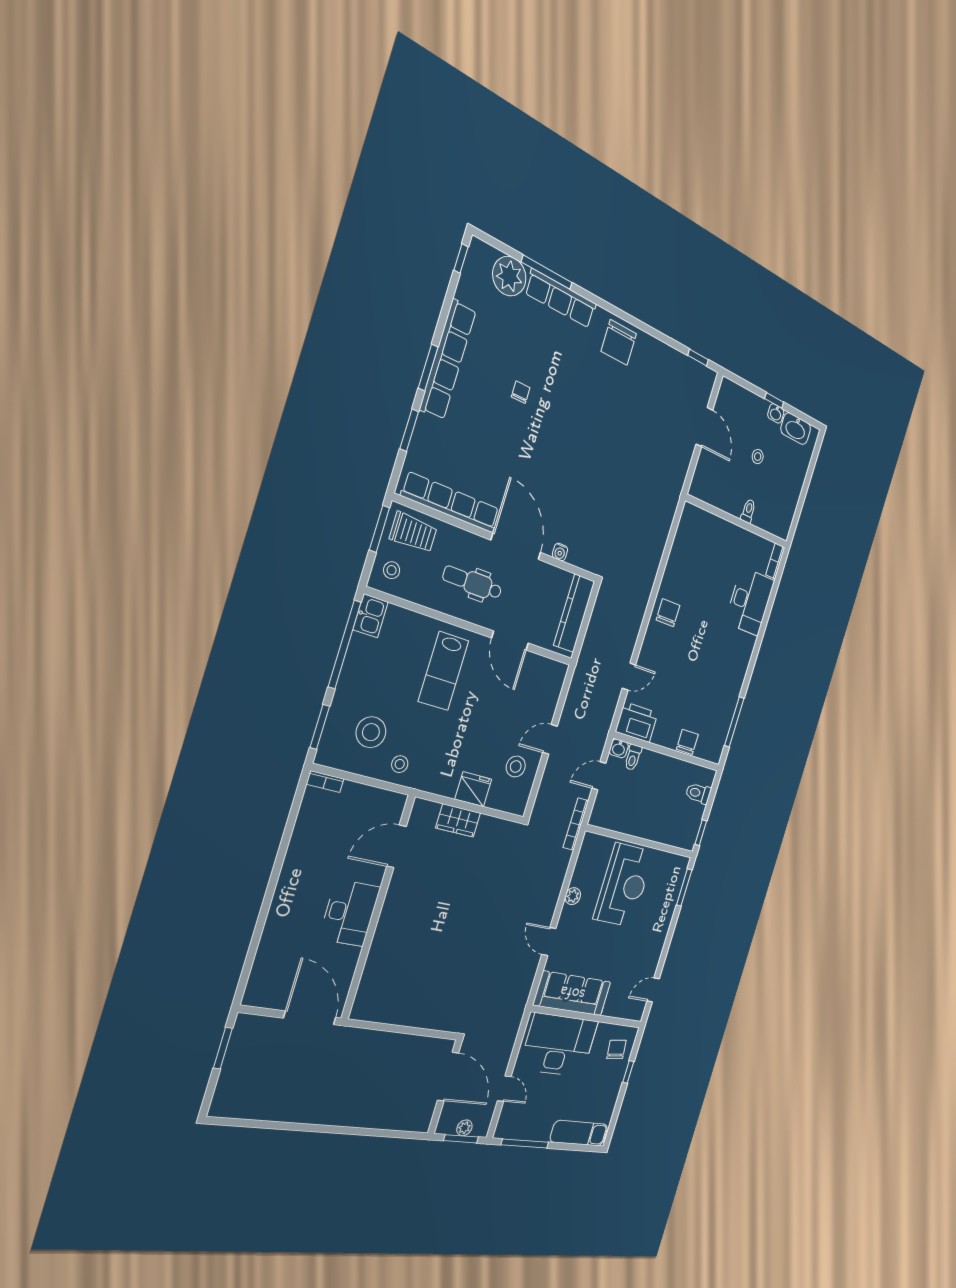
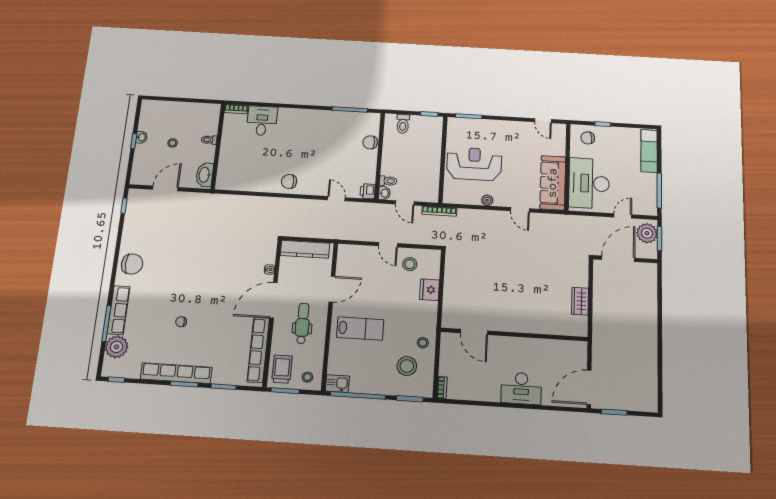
washbasin: (796, 429) -> (205, 175), moved, turned 180
dental chair: (472, 583) -> (302, 323), turned 180
desk: (750, 601) -> (262, 121), width x0.73
printer: (637, 722) -> (368, 191), width x0.53, depth x0.68
wardrobe: (458, 820) -> (580, 301), moved, turned 180
desk: (350, 913) -> (521, 388), moved, turned 180
door: (549, 941) -> (520, 210), hinge flipped
door: (310, 1018) -> (589, 387), moved
plant: (464, 1128) -> (647, 233), width x1.88, depth x1.88

